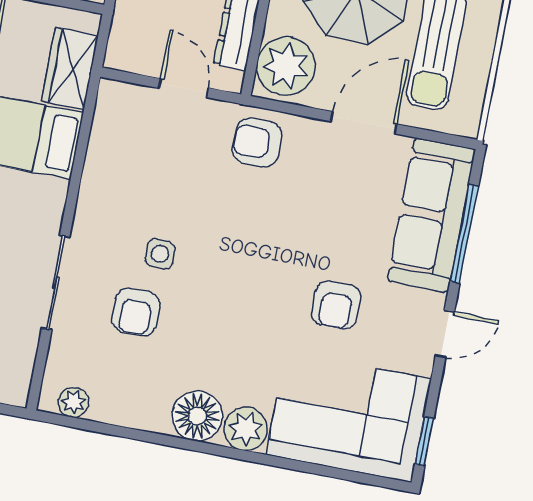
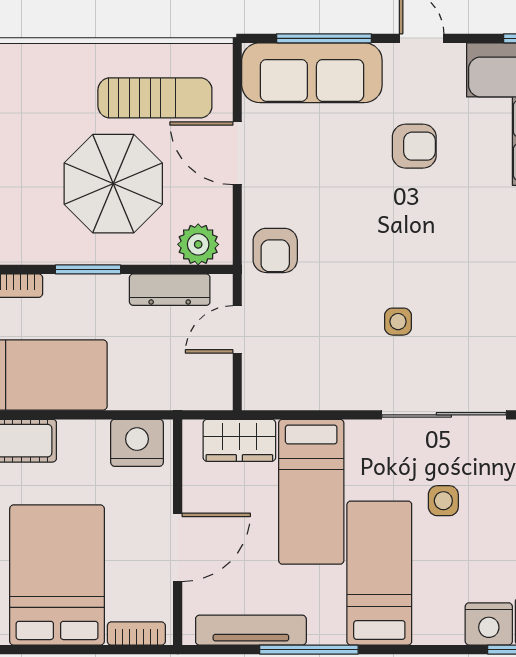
plant: (286, 66) -> (198, 244), width x0.73, depth x0.73
sliding door: (56, 283) -> (444, 415), width x1.37
armchair: (136, 312) -> (457, 334), removed

